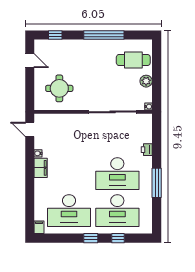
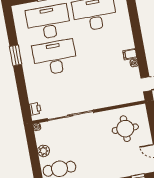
printer: (147, 150) -> (35, 109), moved
filing cabinet: (41, 168) -> (130, 54), width x0.50
window: (157, 183) -> (16, 55), width x0.69

